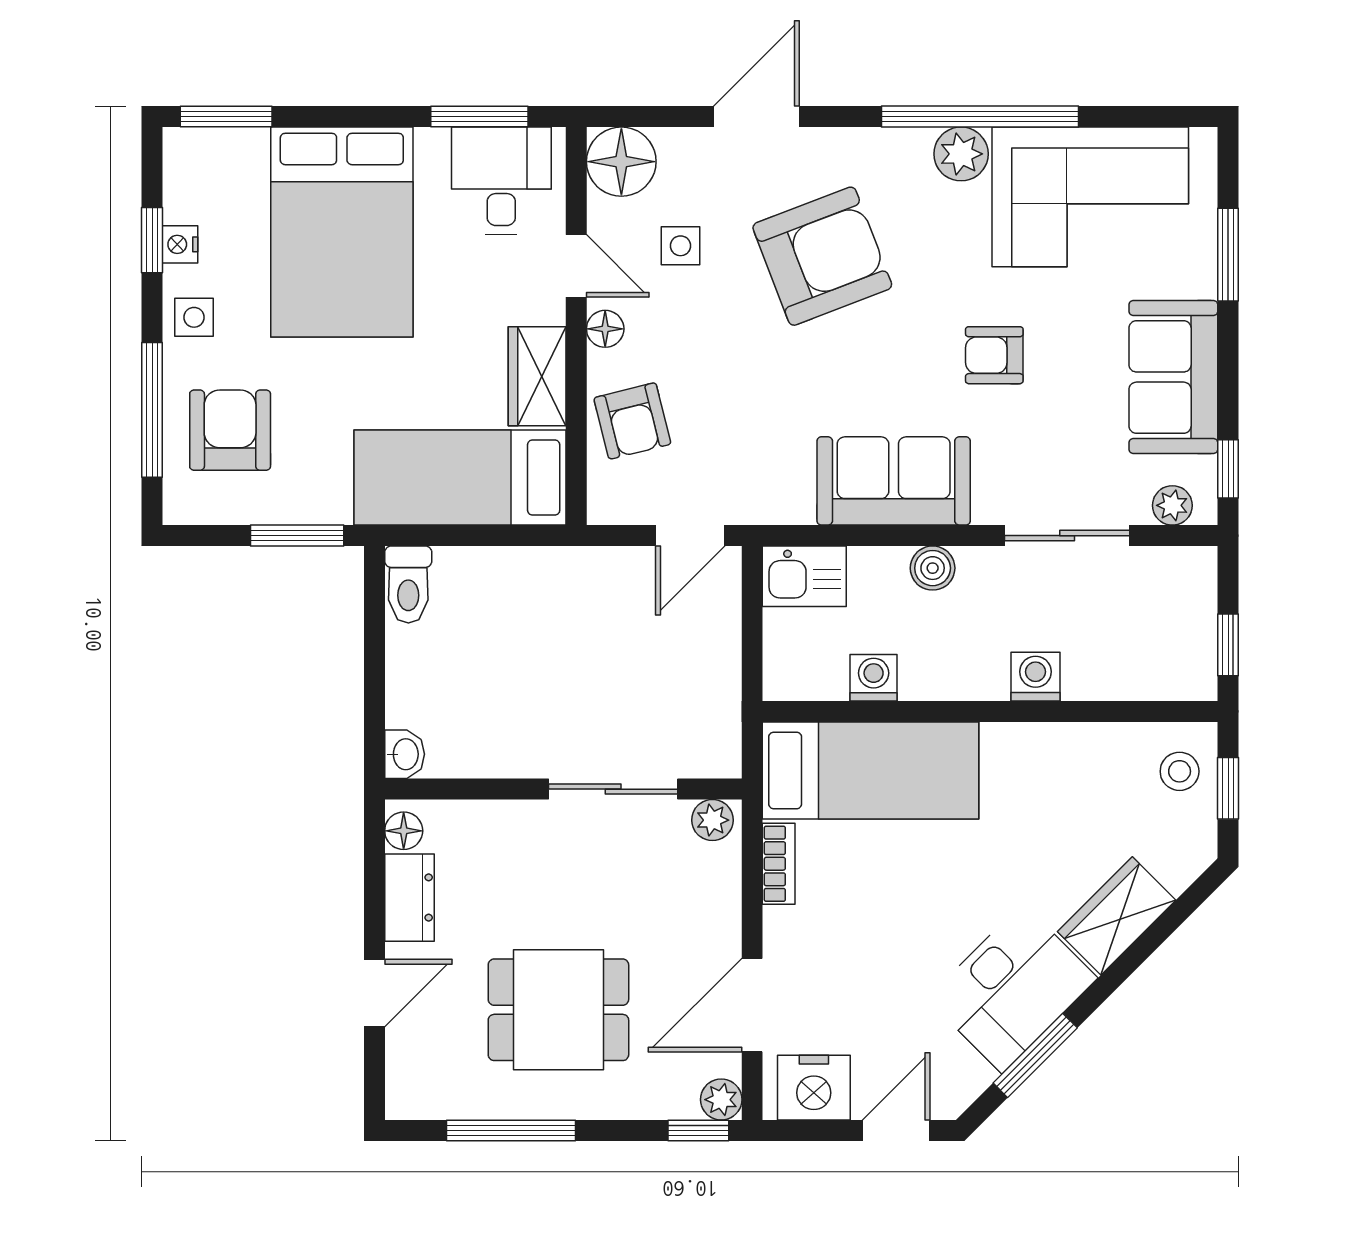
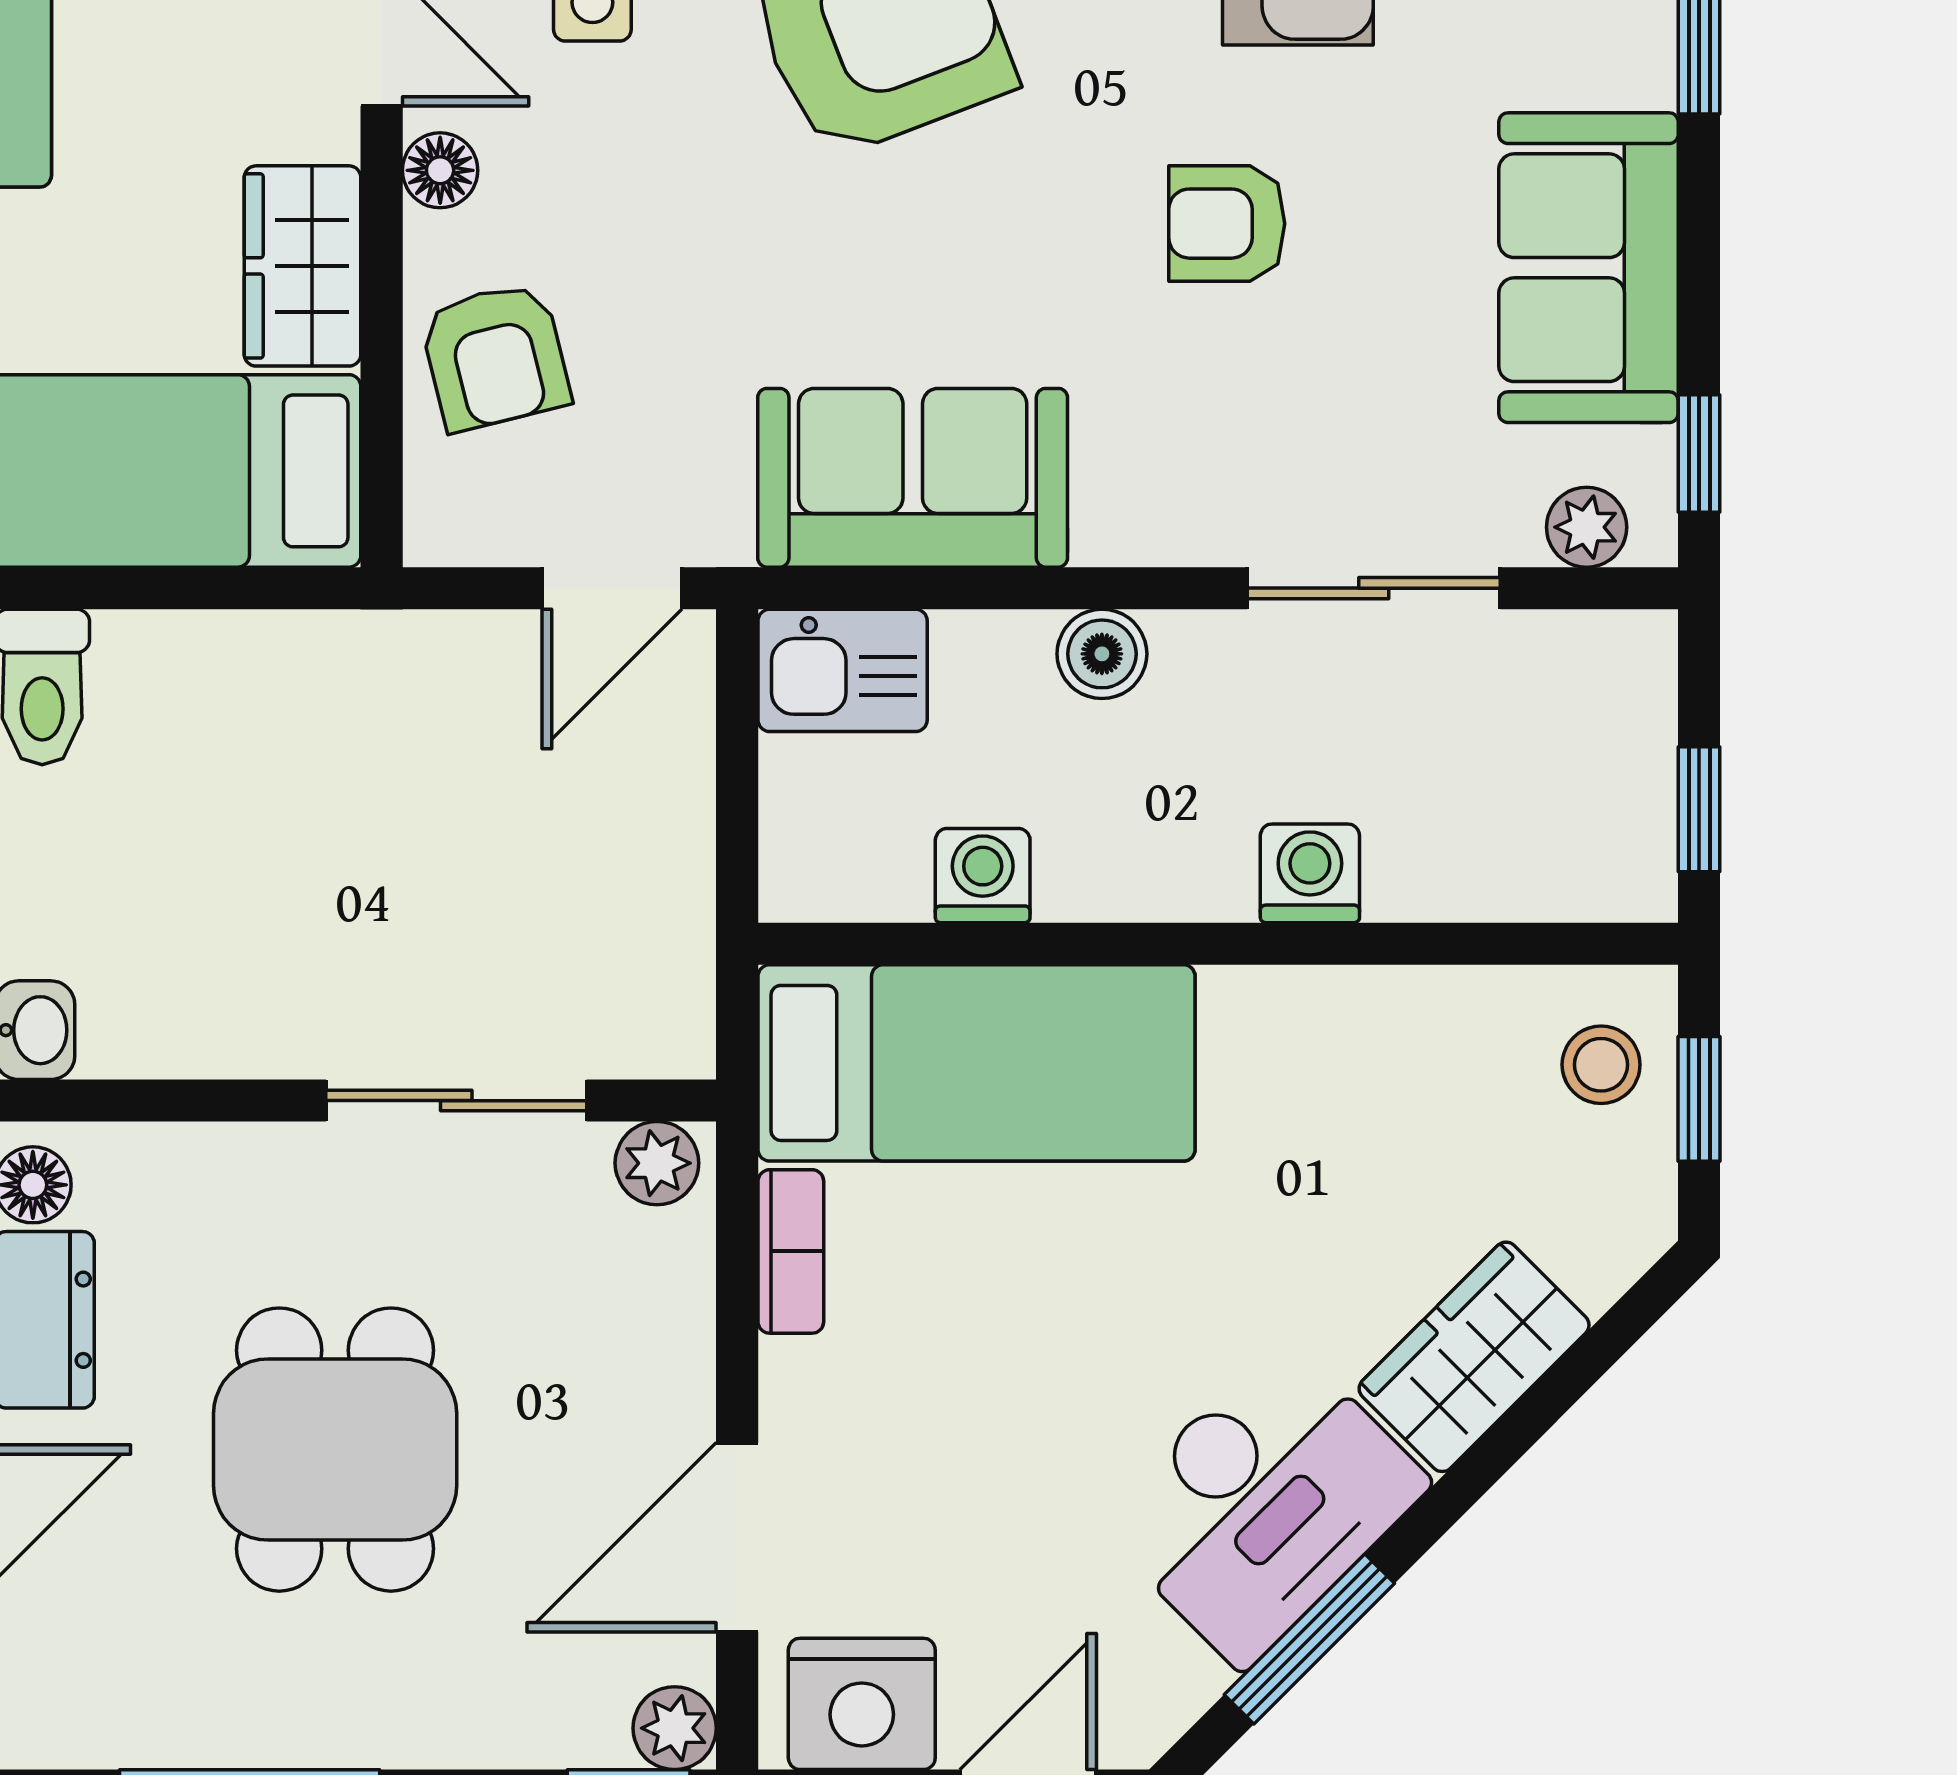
sofa: (894, 481) -> (913, 478), moved
dining table: (558, 1010) -> (335, 1450), moved, turned 90

